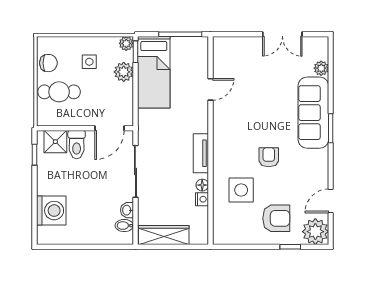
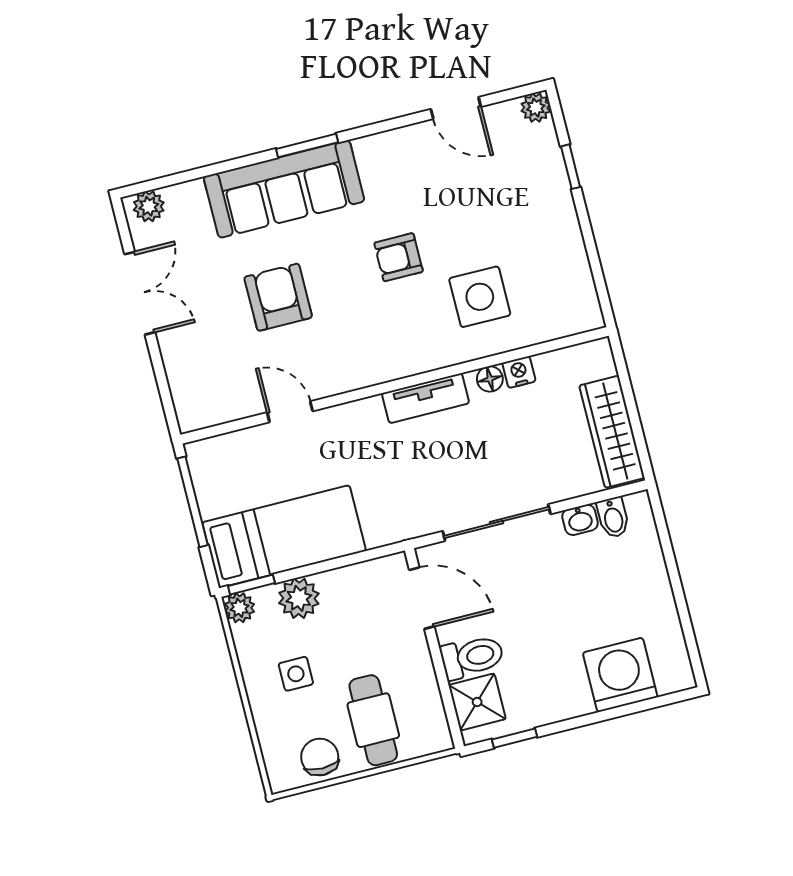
plant: (321, 68) -> (149, 206), moved
armchair: (276, 218) -> (278, 297), moved
plant: (315, 232) -> (536, 108), width x0.53, depth x0.53

